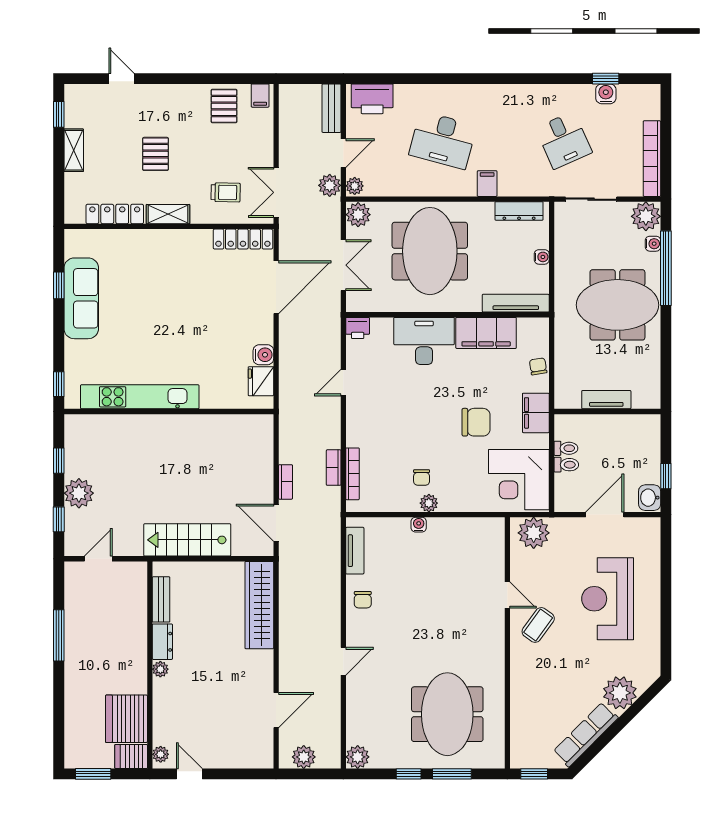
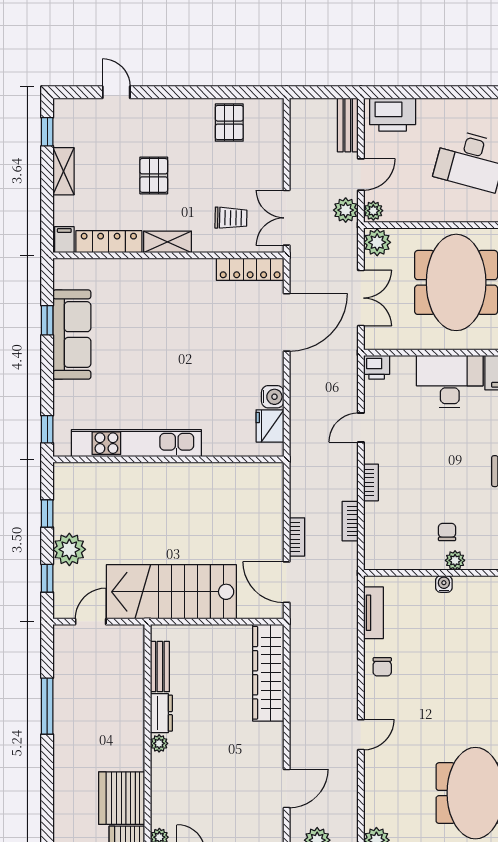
filing cabinet: (260, 96) -> (64, 240), moved, turned 180
bookcase: (353, 474) -> (371, 482), moved, width x0.64
chair: (422, 477) -> (447, 532), turned 180
stairs: (187, 540) -> (171, 592), width x1.36, depth x1.51

